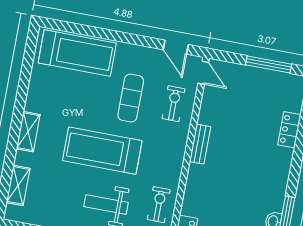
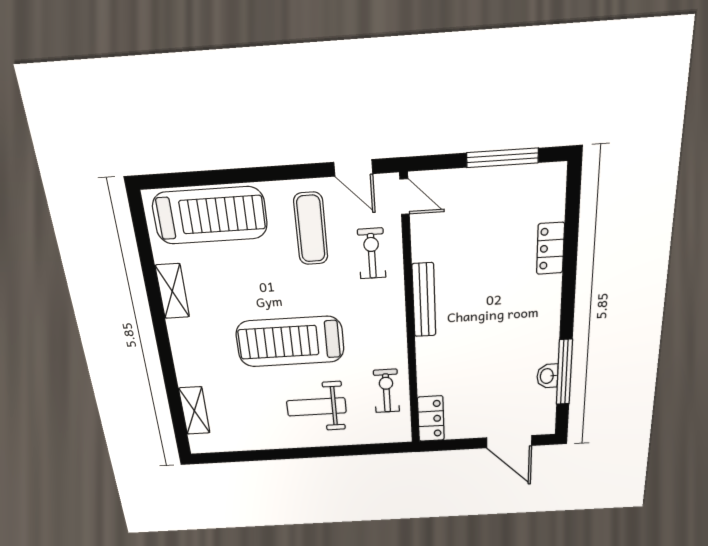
exercise mat: (131, 98) -> (311, 229), moved
shelving: (28, 132) -> (172, 291), moved
bench: (200, 144) -> (424, 300), width x1.36

